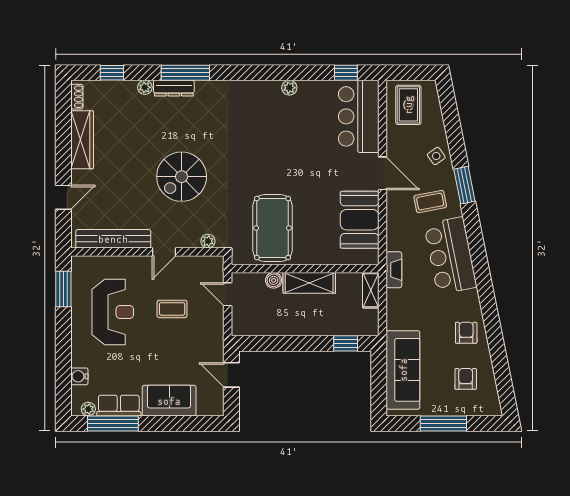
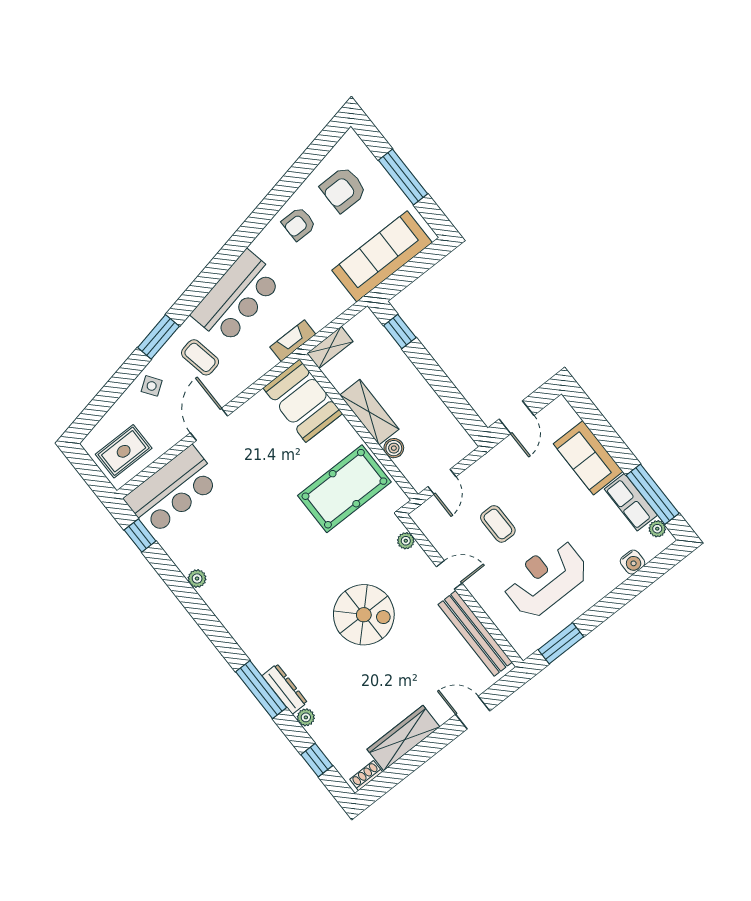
booth: (360, 220) -> (303, 401), moved, turned 90
armchair: (466, 379) -> (343, 189), width x1.38, depth x1.38

